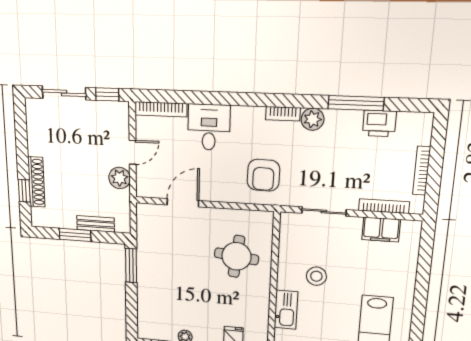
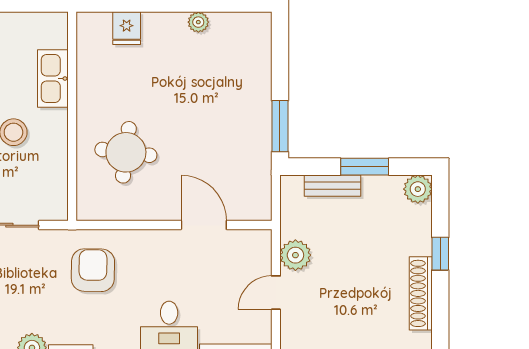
shoe rack: (36, 182) -> (421, 293), moved
window: (24, 191) -> (440, 254), moved
door: (183, 203) -> (204, 225), swing flipped
plant: (40, 218) -> (418, 189), added

